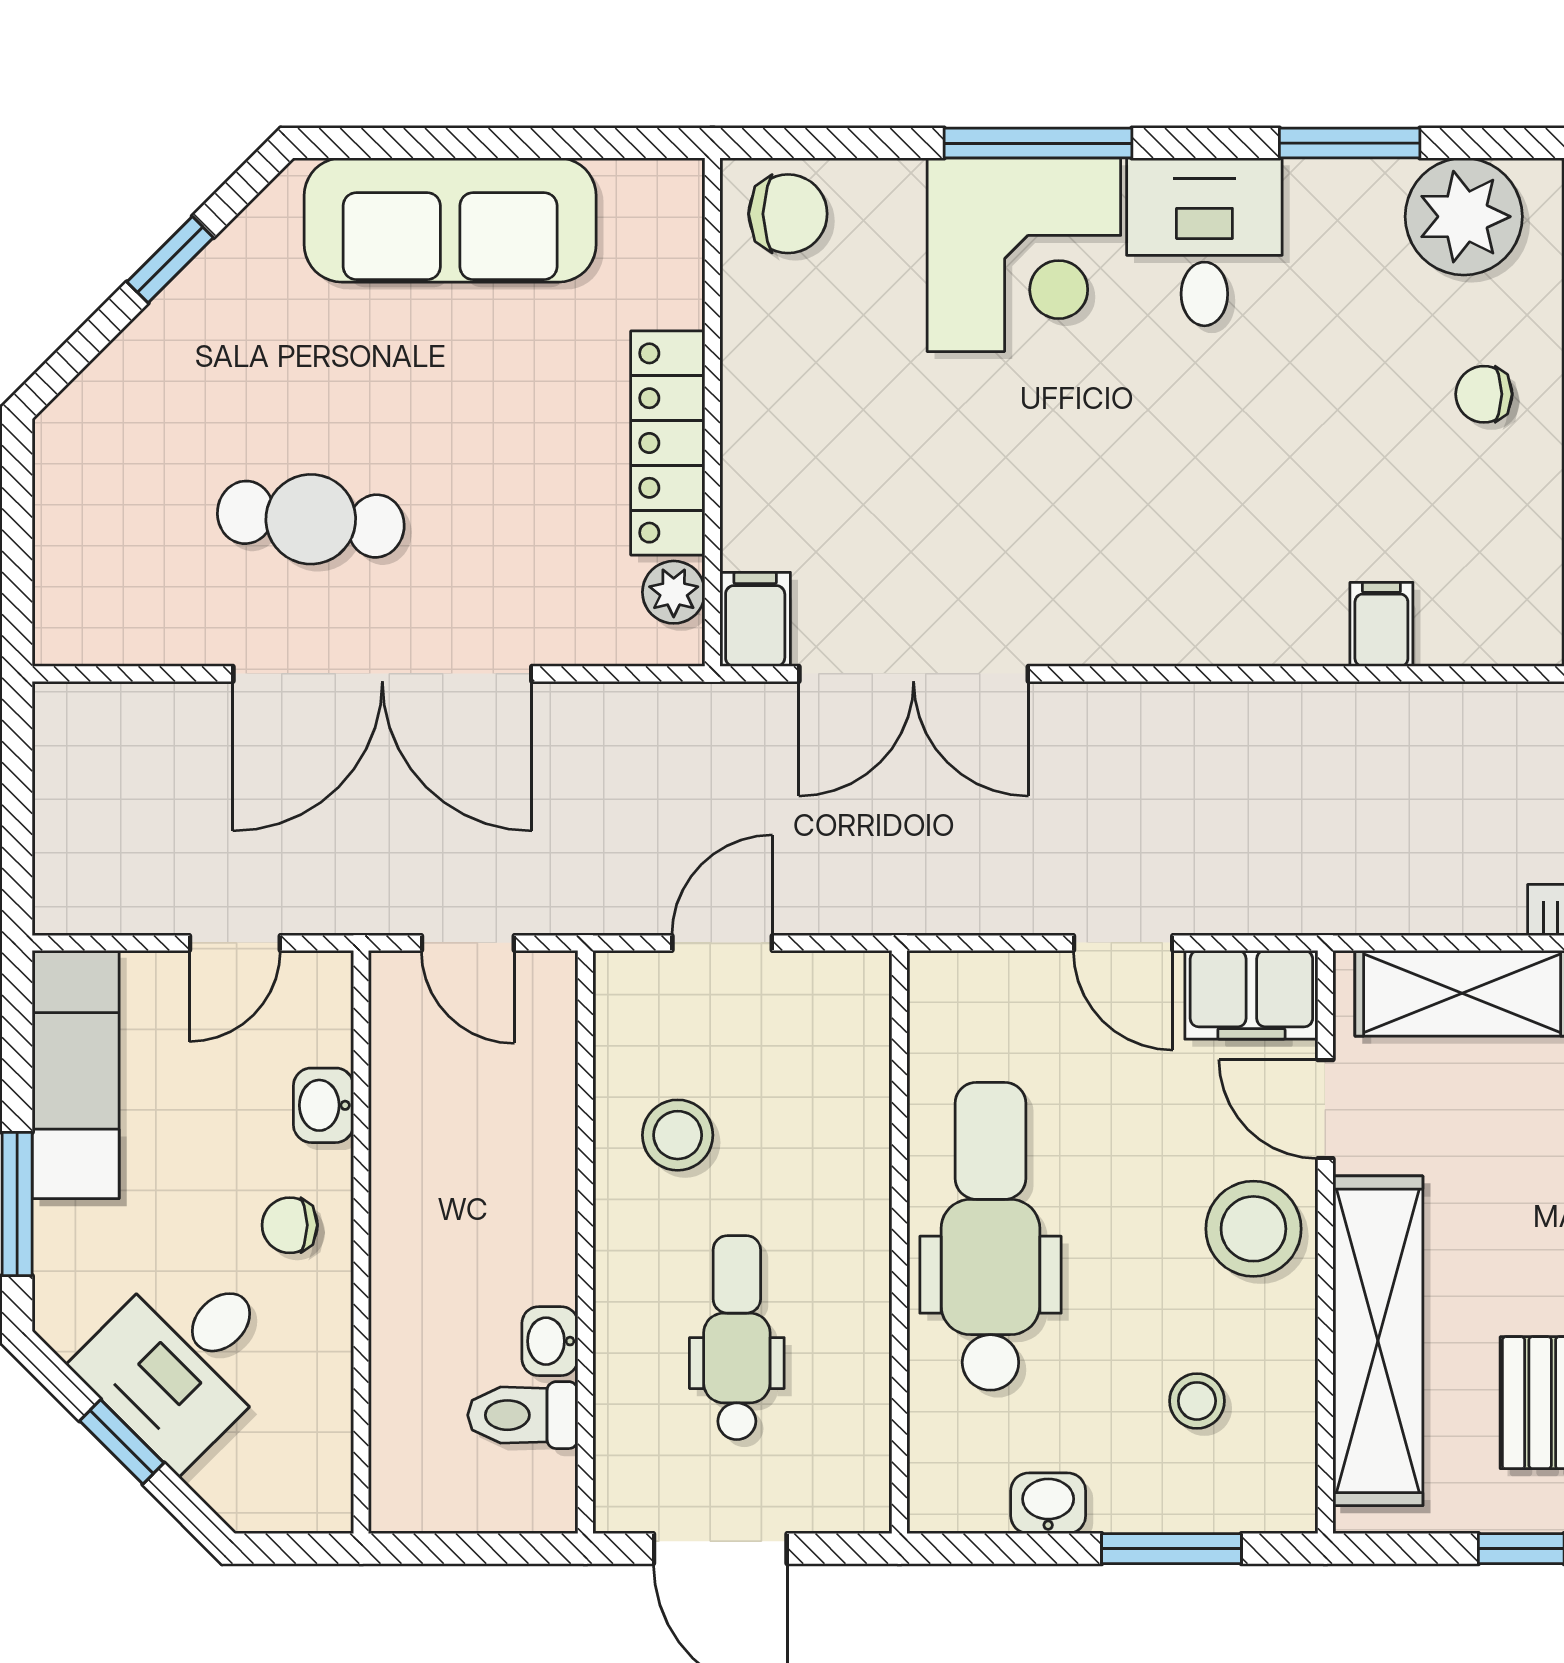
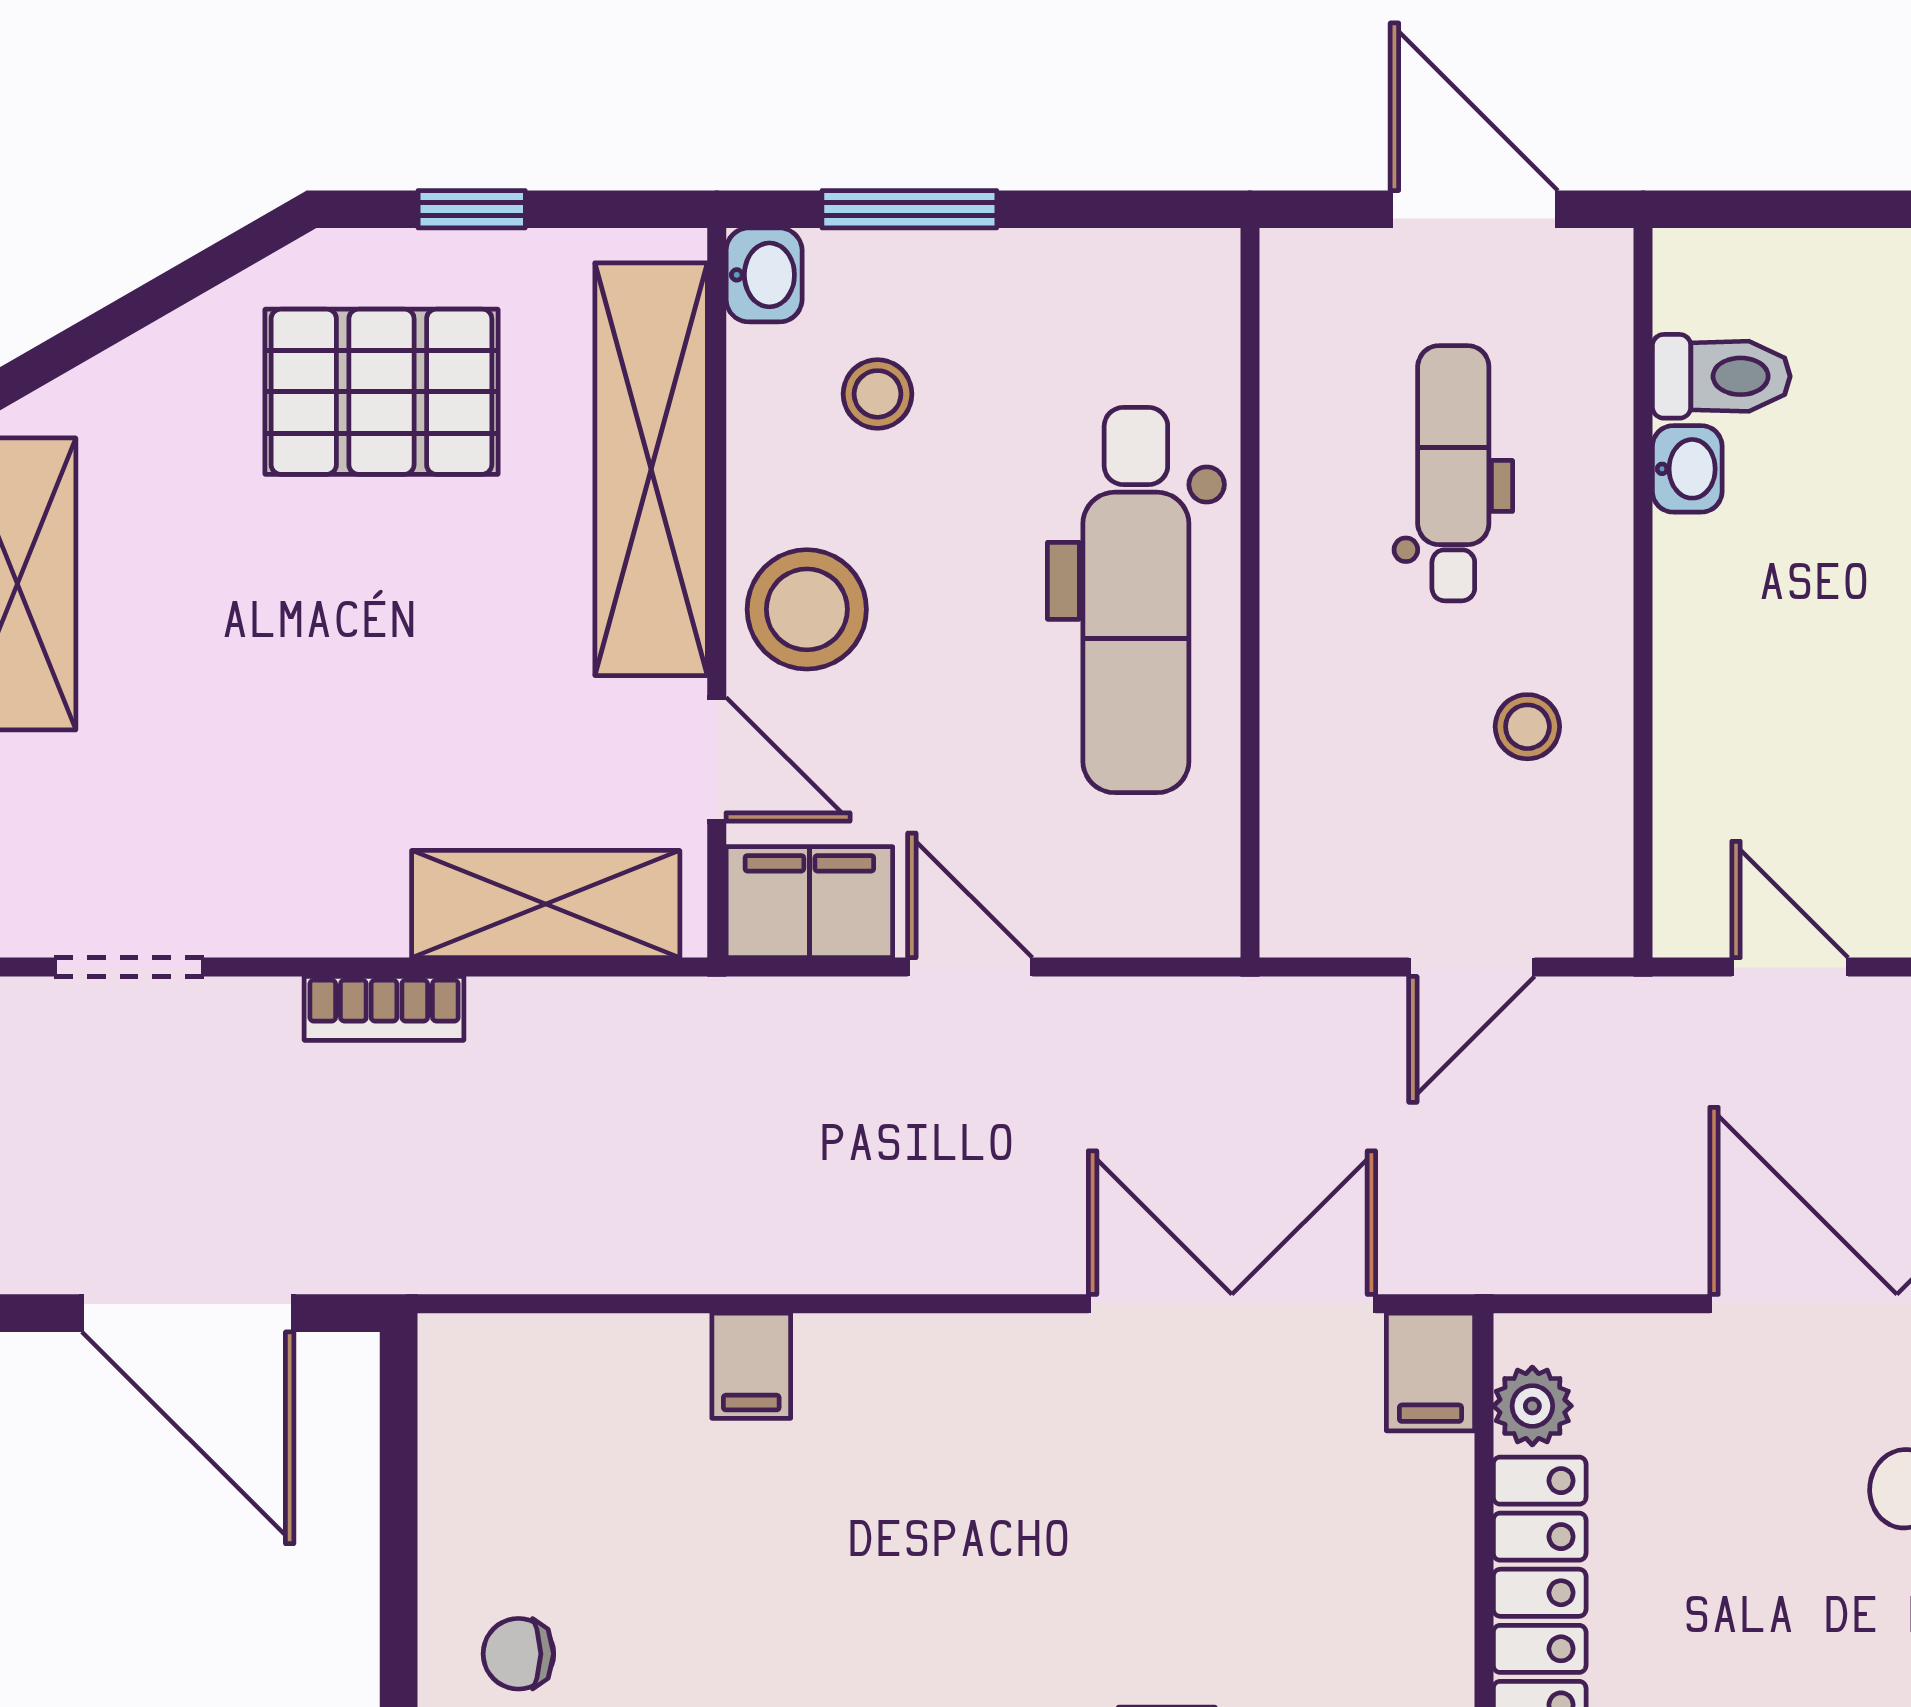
chair: (1484, 394) -> (518, 1654), turned 180
filing cabinet: (1381, 624) -> (751, 1366), moved
stool: (678, 1135) -> (1527, 727), width x0.73, depth x0.73
dental chair: (737, 1338) -> (1453, 473), turned 180
washbasin: (1048, 1503) -> (764, 275), moved, turned -90

